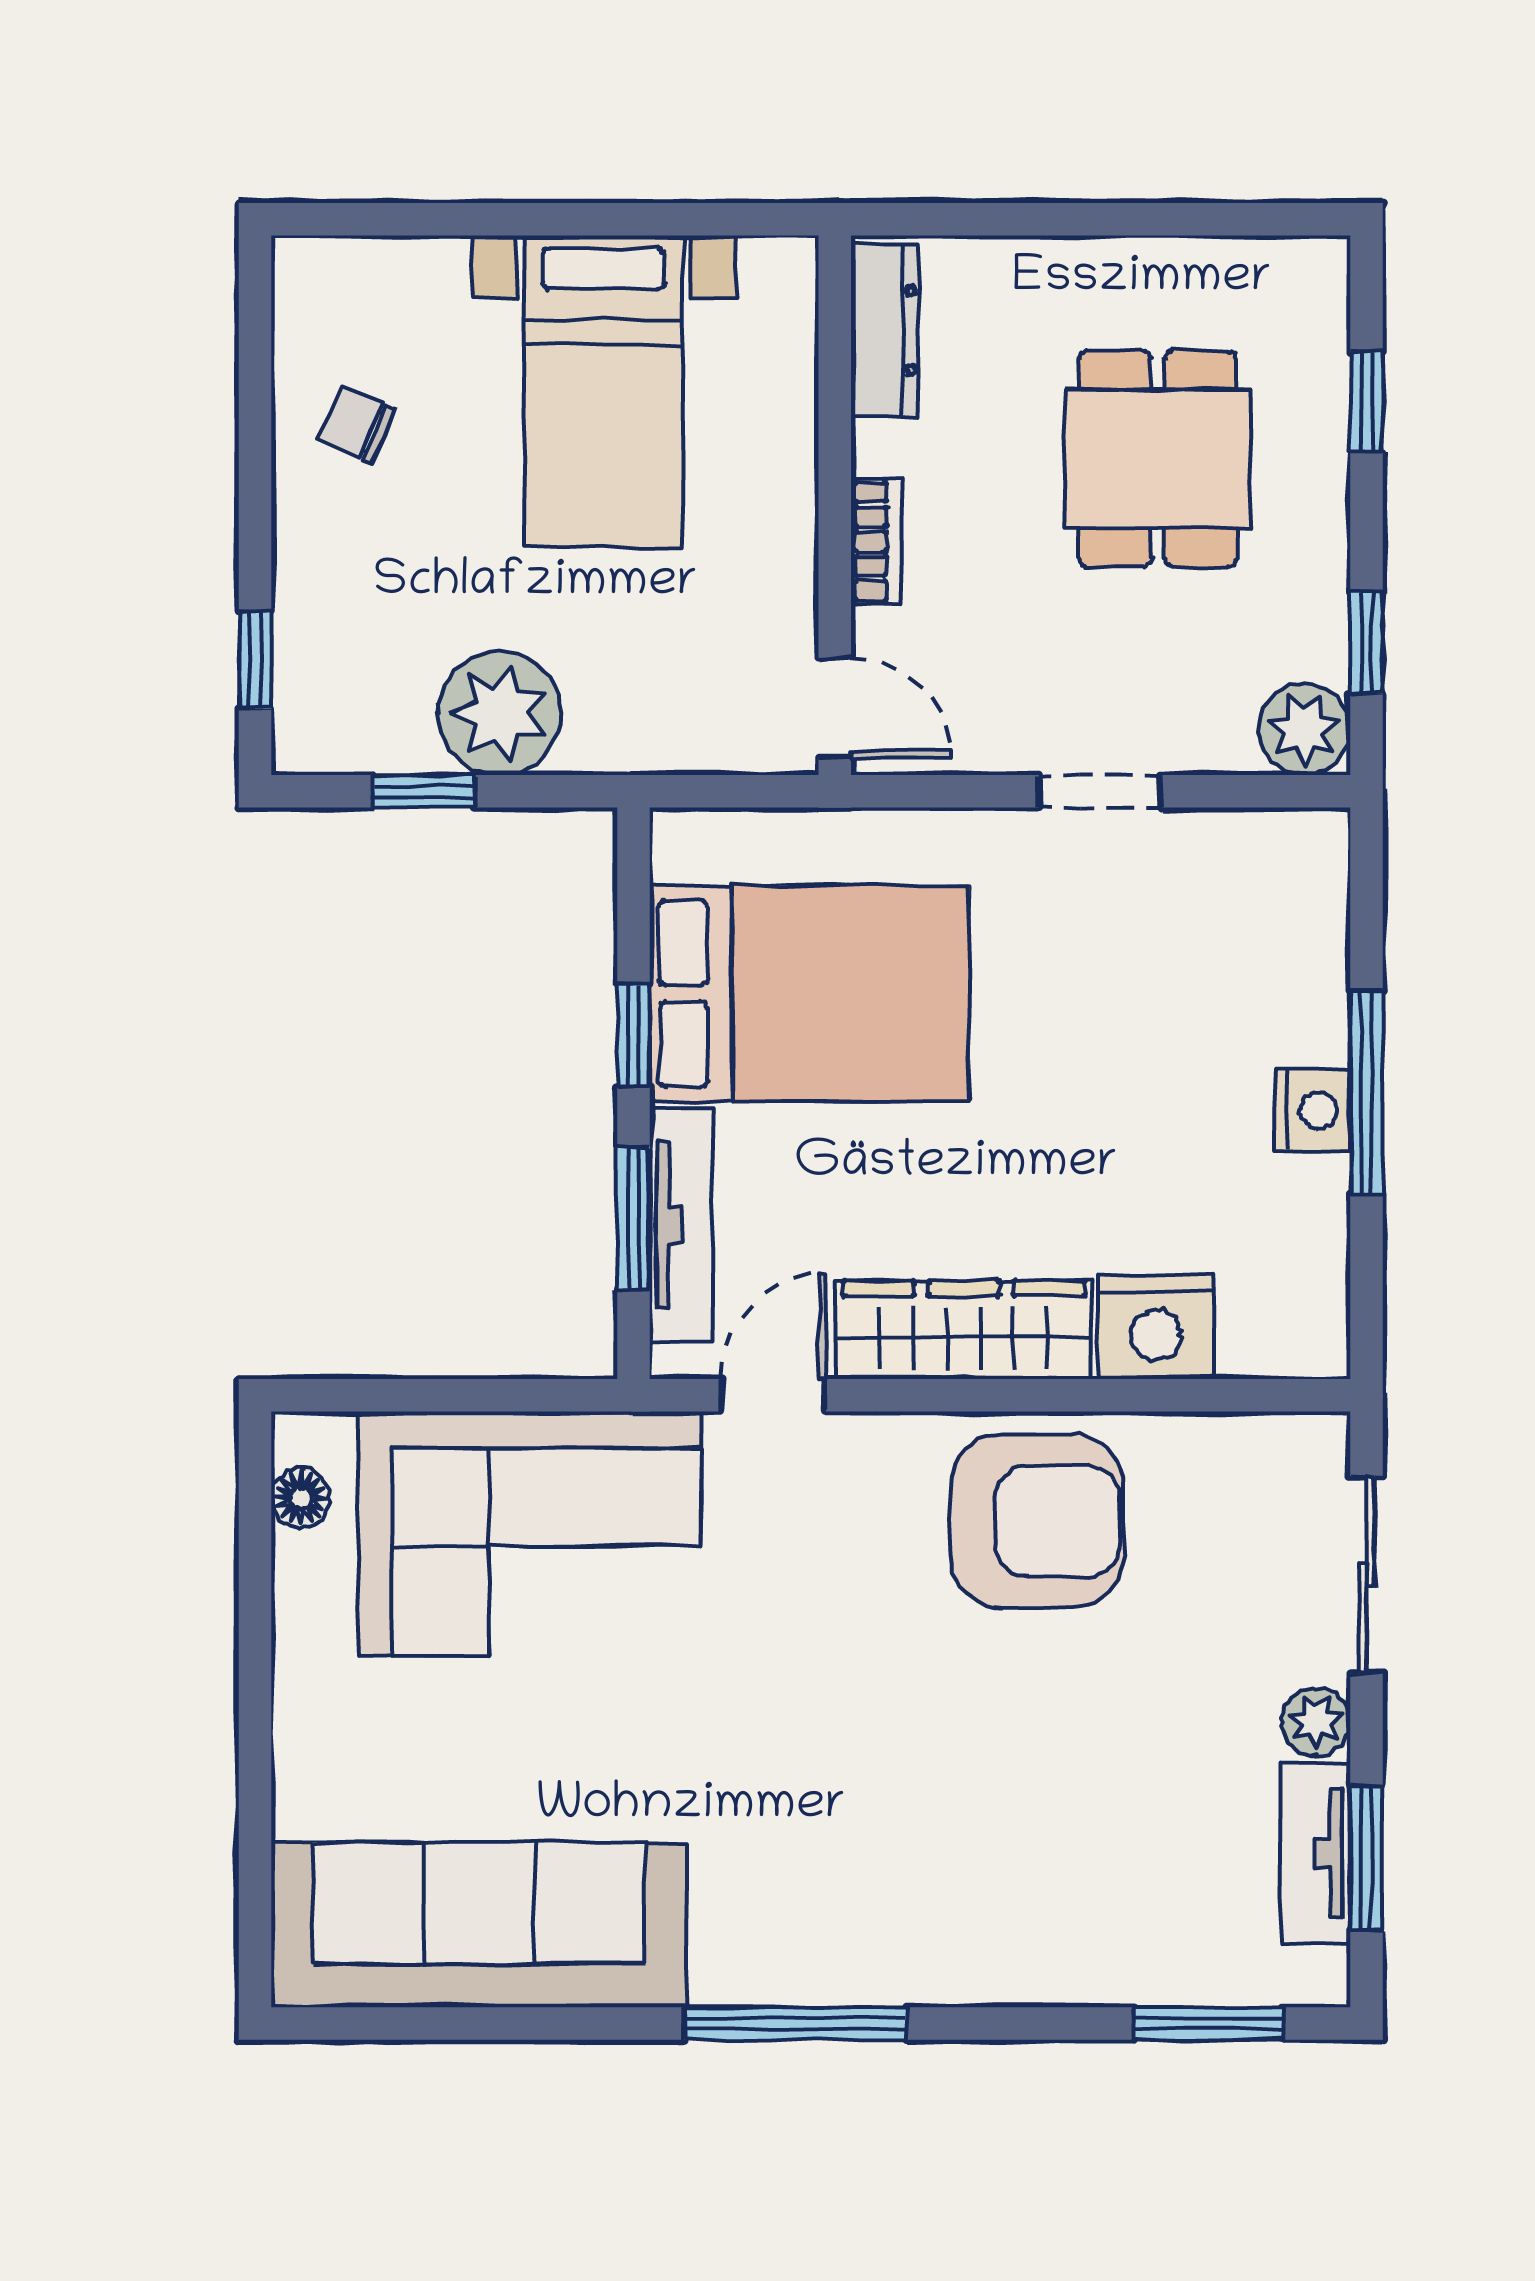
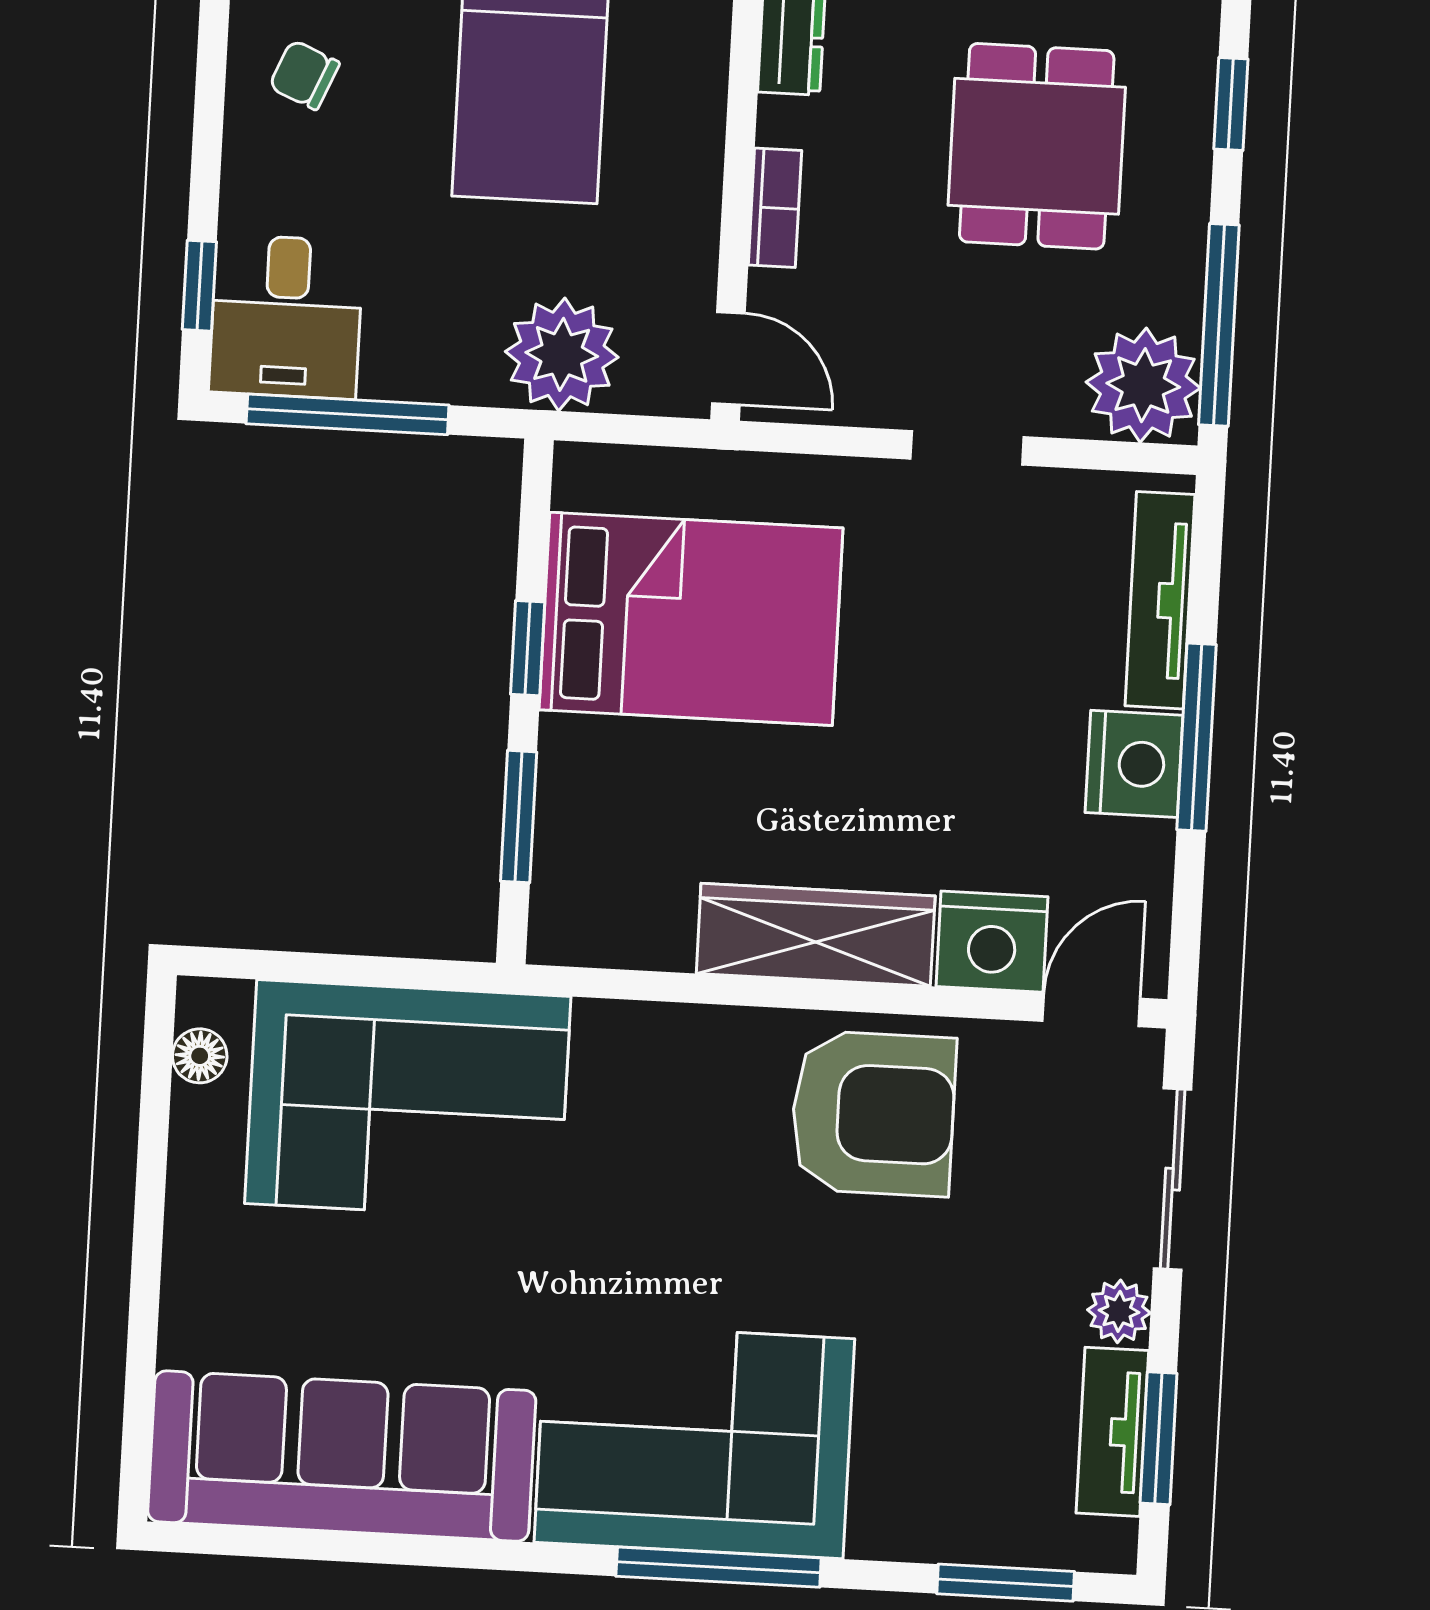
window: (1366, 642) -> (1219, 325), width x2.17
desk: (351, 689) -> (286, 317), added
plant: (500, 713) -> (562, 354), moved
plant: (1304, 729) -> (1143, 385), width x1.36, depth x1.36
window: (424, 791) -> (348, 414), width x2.17
nightstand: (1312, 1110) -> (1134, 764), width x1.36, depth x1.33
tv unit: (681, 1225) -> (1160, 600), moved, turned 180
door: (773, 1395) -> (1091, 1010), moved
corner sofa: (862, 1887) -> (694, 1440), added
window: (795, 2024) -> (719, 1567), moved

